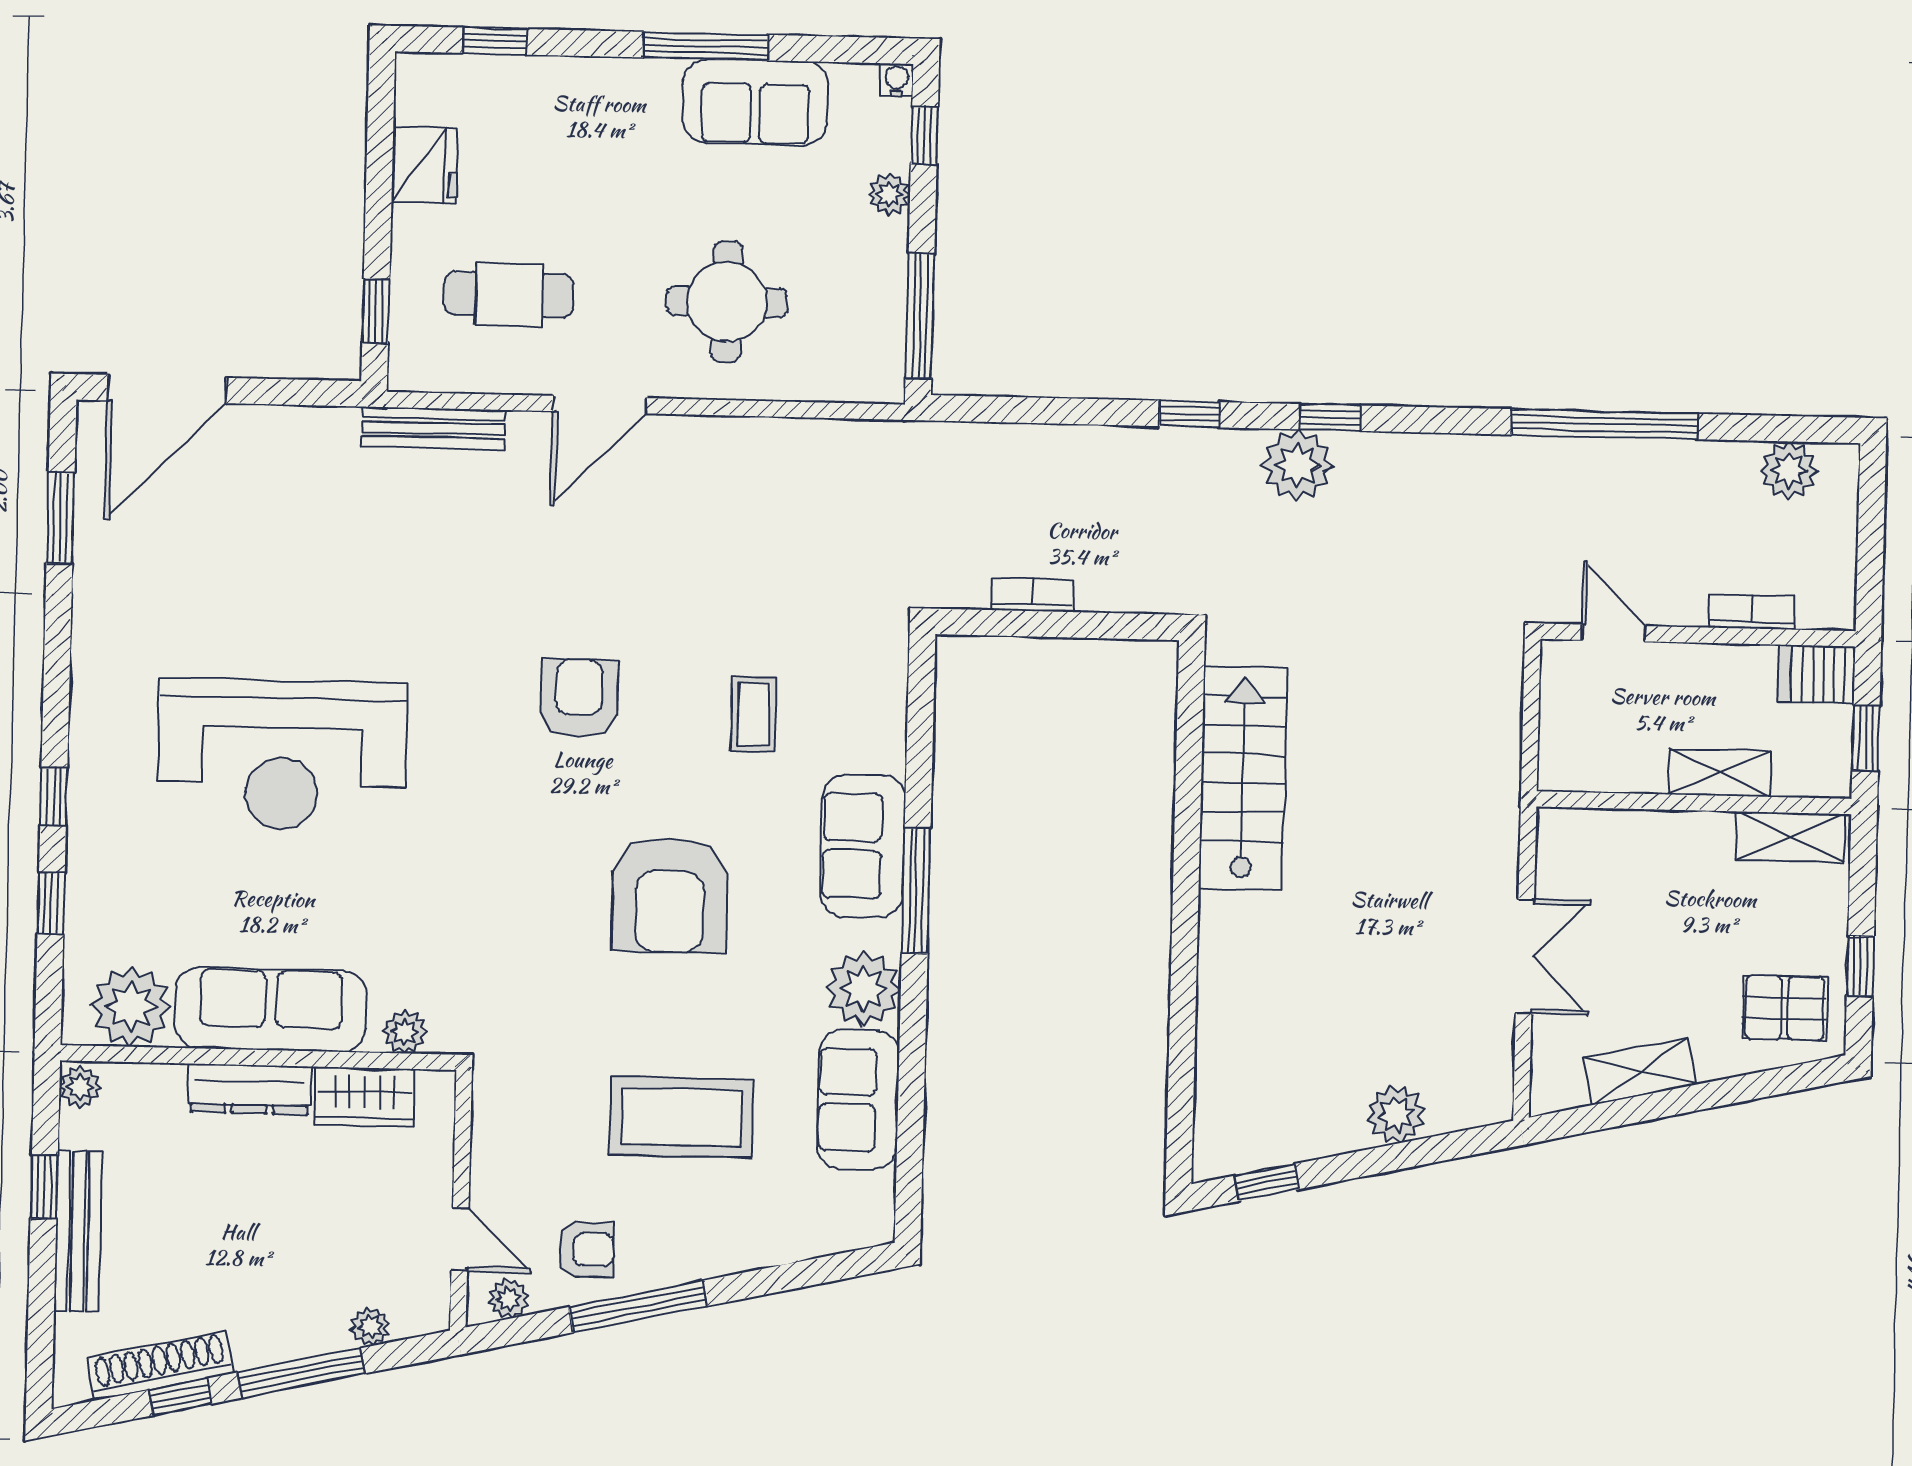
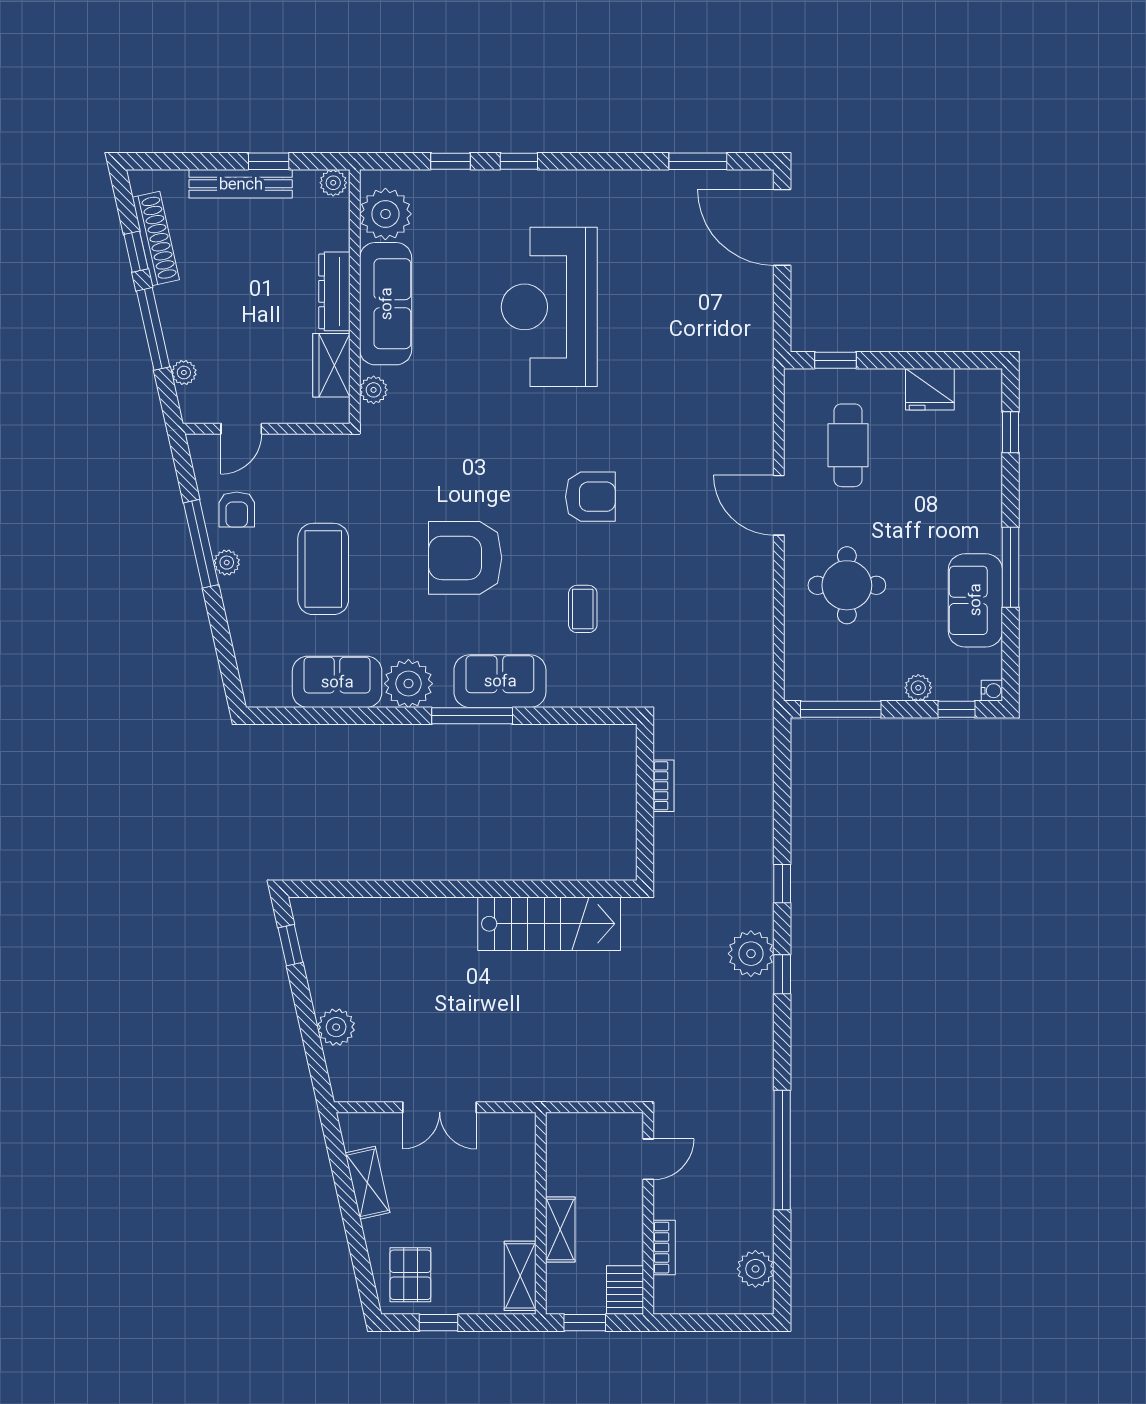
bench: (433, 428) -> (761, 399), removed
coffee table: (754, 714) -> (583, 609), turned 90
plant: (509, 1299) -> (227, 563), moved

